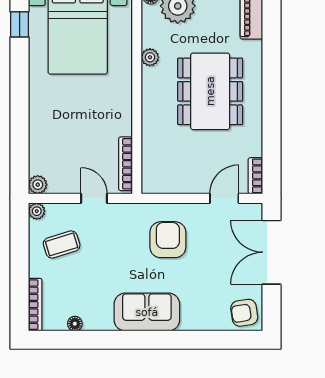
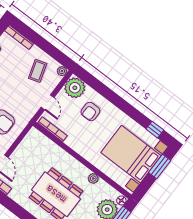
armchair: (62, 131) -> (90, 112), added
plant: (38, 185) -> (75, 88), width x1.87, depth x1.87
door: (94, 198) -> (48, 102), hinge flipped

